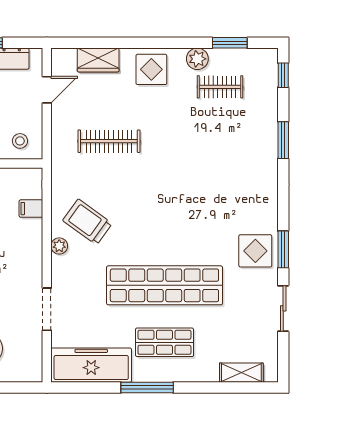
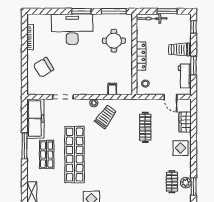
plant: (197, 59) -> (186, 183), moved

